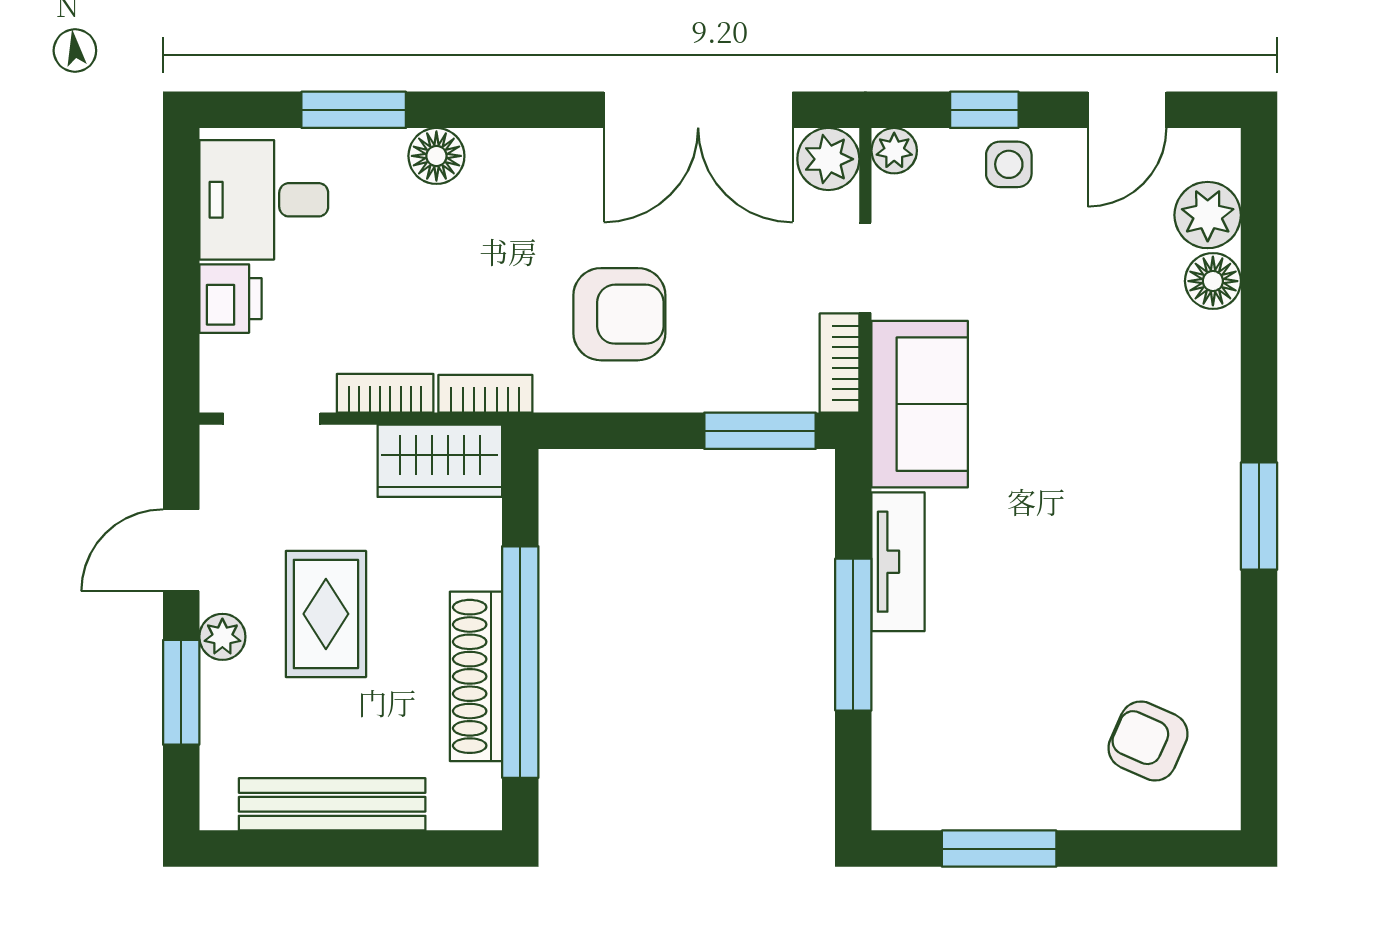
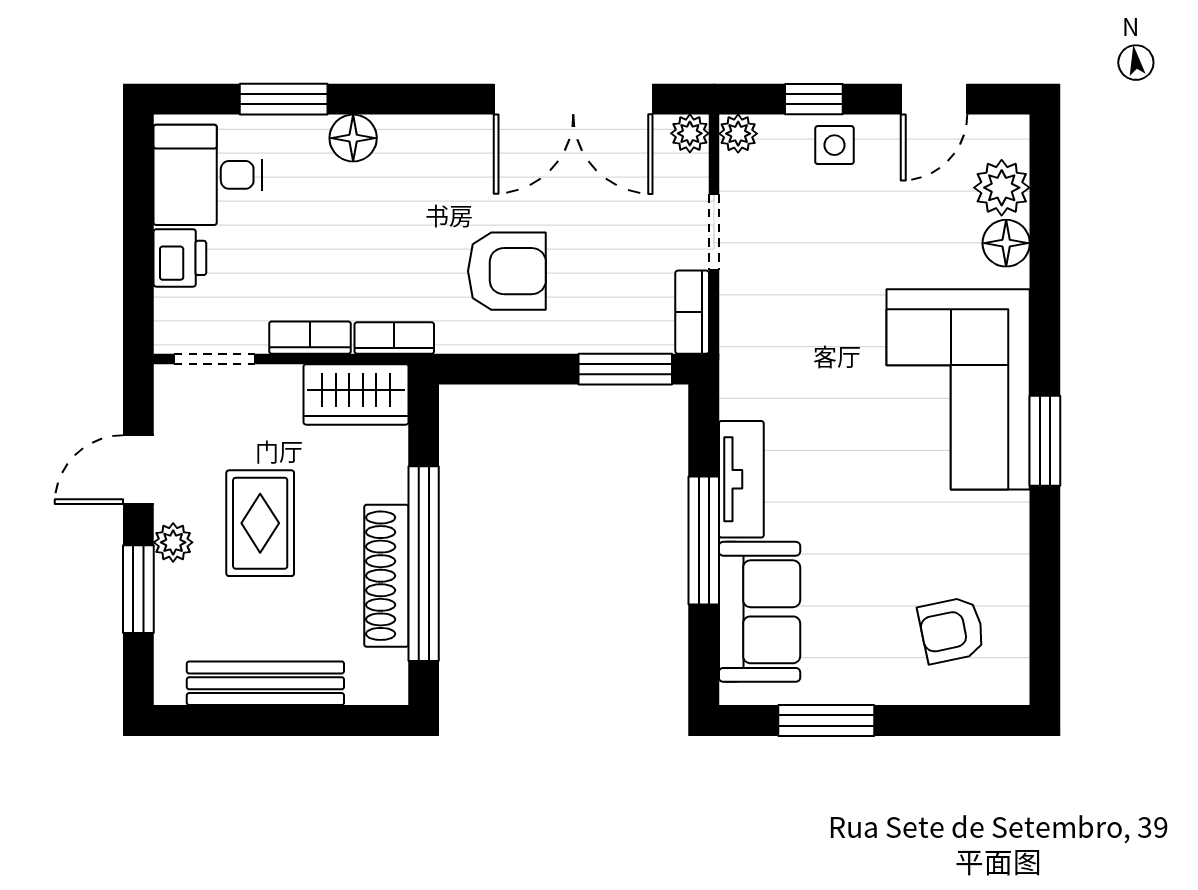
plant: (828, 159) -> (690, 133), width x0.73, depth x0.73
sofa: (920, 404) -> (760, 612), moved
corner sofa: (1156, 455) -> (958, 389), added
armchair: (1148, 741) -> (952, 630), turned -36

